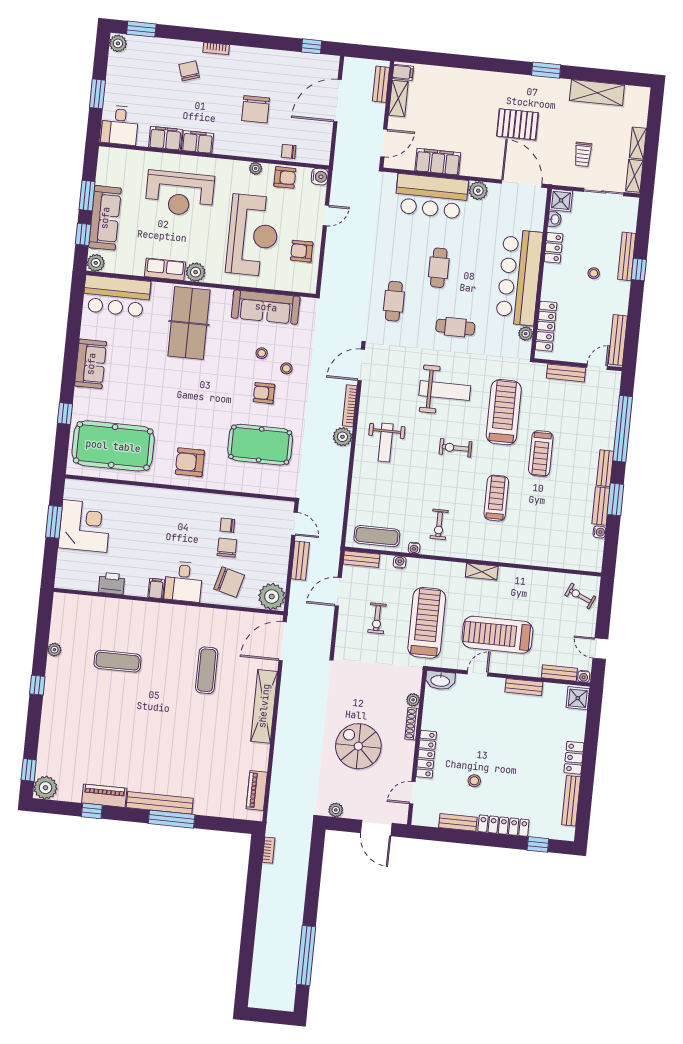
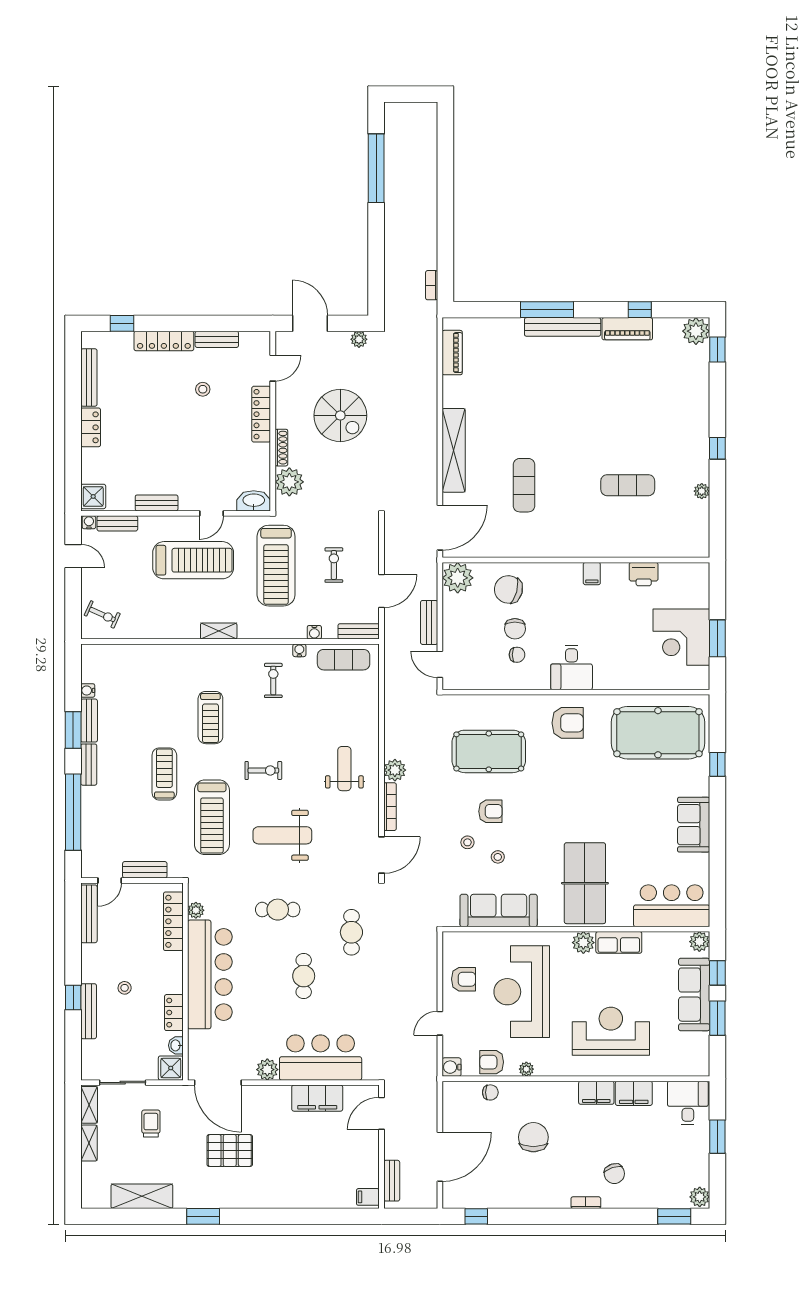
shelving: (398, 98) -> (370, 1166), removed
desk: (183, 582) -> (572, 667), moved, turned 180
plant: (413, 700) -> (289, 482), width x1.88, depth x1.88

